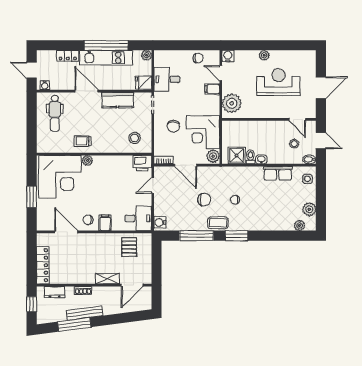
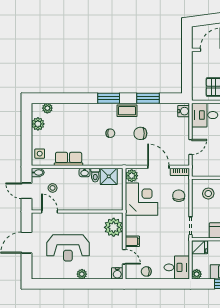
desk: (167, 79) -> (177, 267), moved
chair: (173, 126) -> (179, 196), moved
printer: (142, 163) -> (201, 169), removed
window: (196, 236) -> (148, 98), width x0.69

